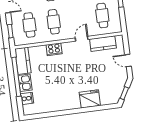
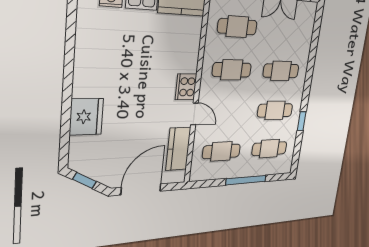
cooker: (54, 49) -> (186, 87), moved
door: (128, 60) -> (141, 189), width x1.88

